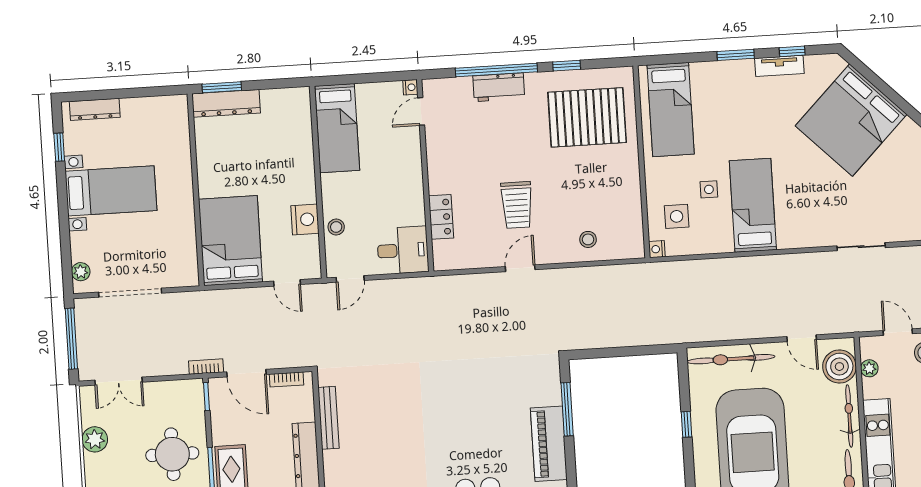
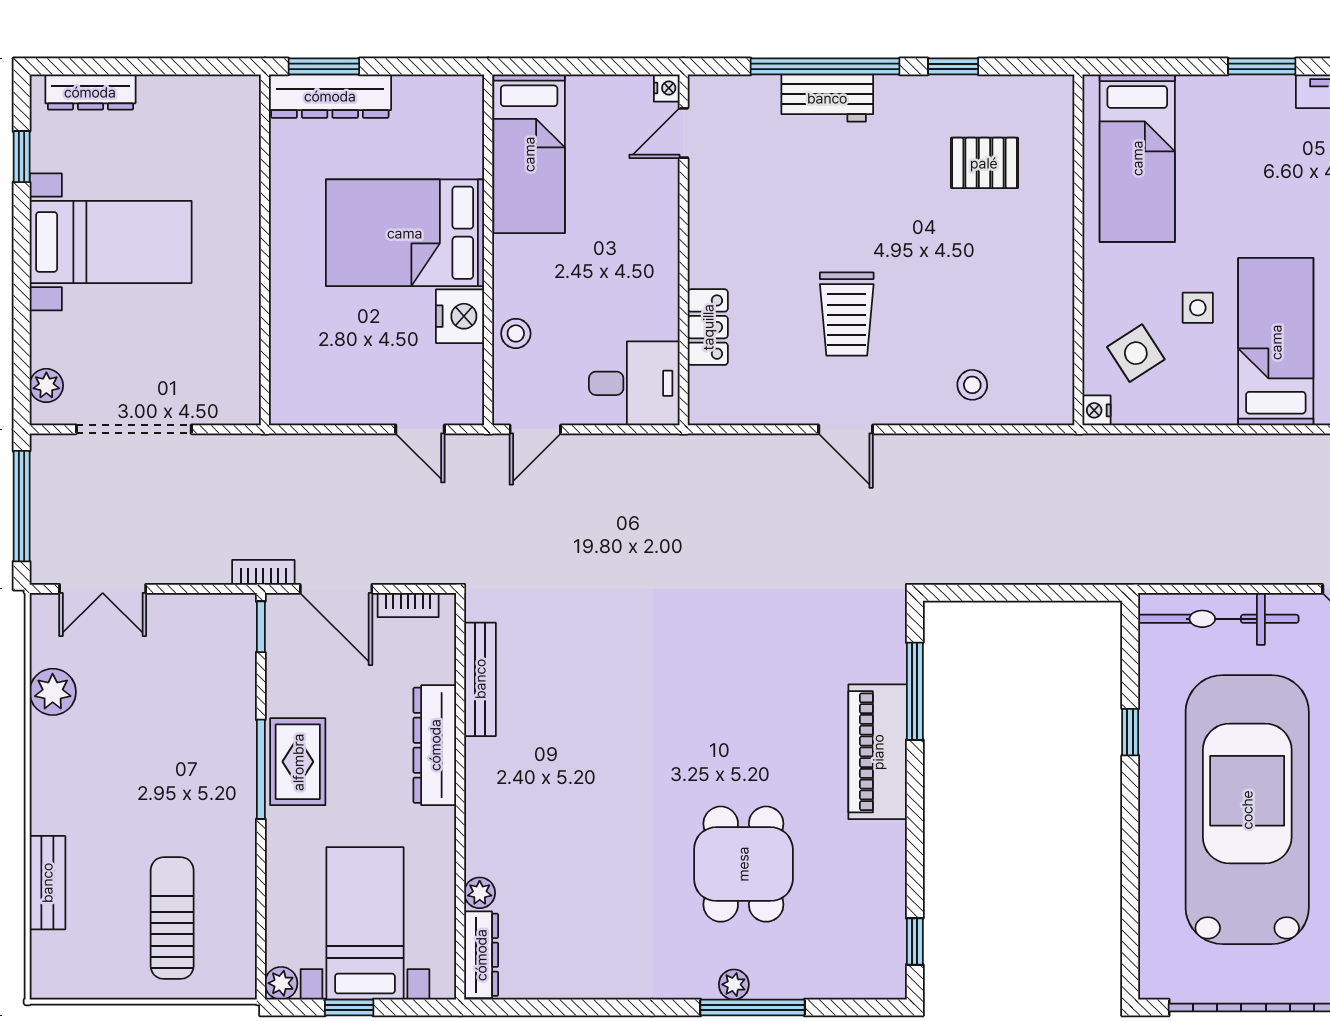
pallet: (587, 117) -> (984, 163), width x0.49, depth x0.50
side table: (677, 216) -> (1136, 353), turned -33
bed: (231, 241) -> (405, 233), moved, turned -90
door: (520, 268) -> (846, 429), swing flipped
round table: (172, 454) -> (192, 728), removed

